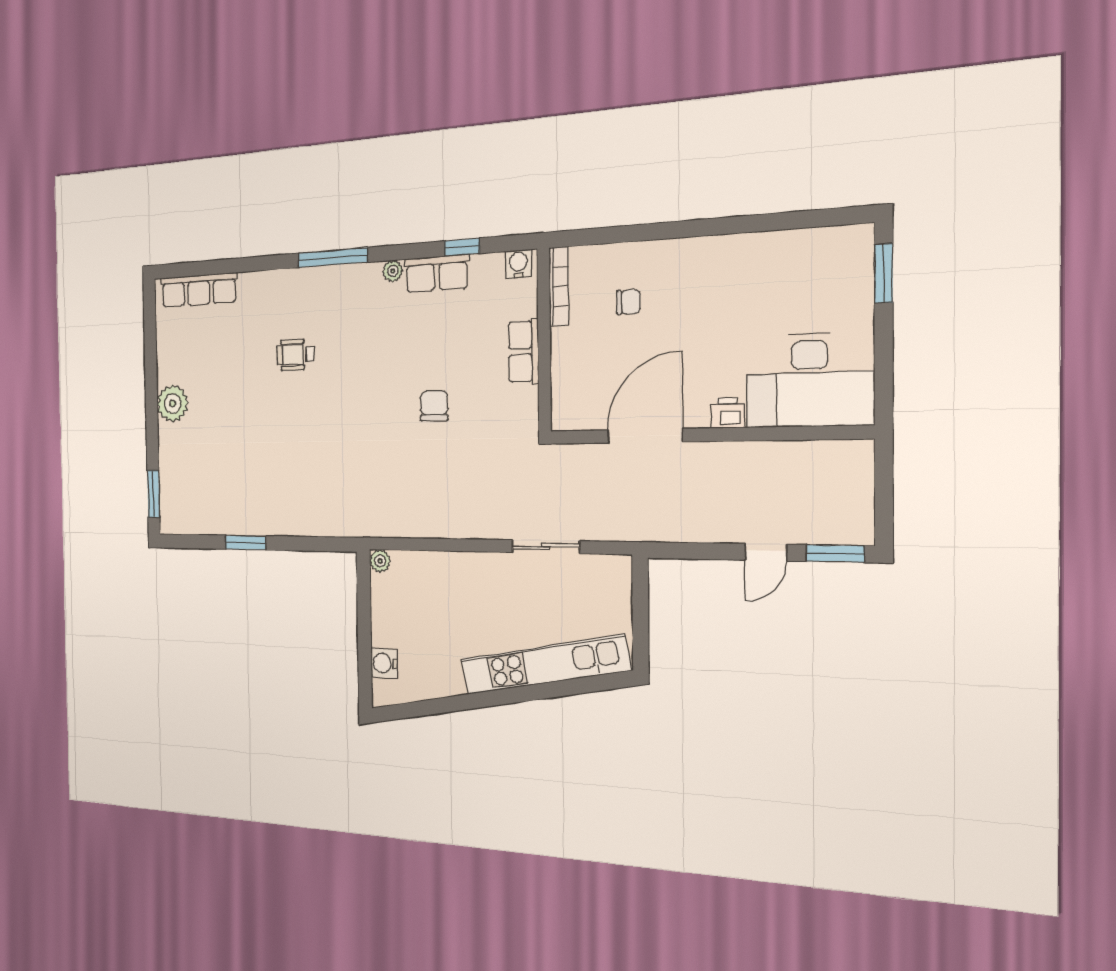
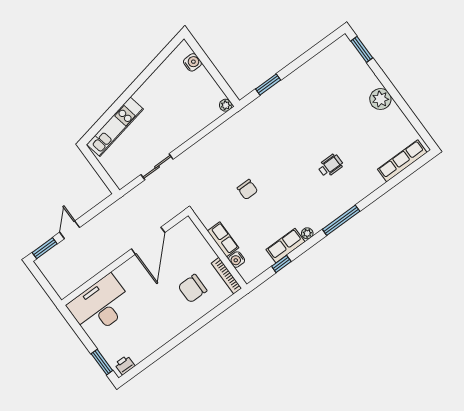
water cooler: (518, 264) -> (237, 260), moved, turned 90
chair: (628, 302) -> (192, 288), width x1.87, depth x1.87
printer: (727, 413) -> (125, 365), moved, turned 180
window: (245, 543) -> (268, 84), moved
kitchen unit: (544, 665) -> (115, 127), width x0.73

